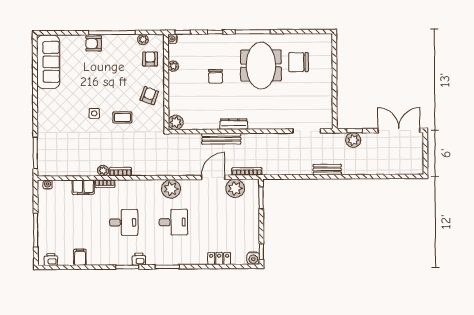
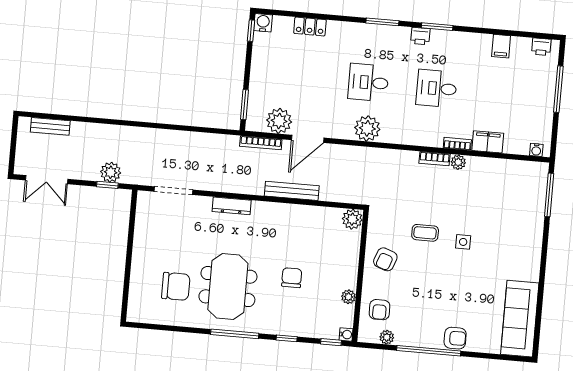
dresser: (234, 124) -> (232, 206), moved
double door: (399, 131) -> (47, 180), width x0.73
bench: (327, 170) -> (50, 126), moved

